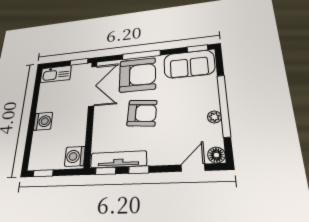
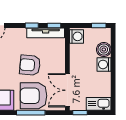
boiler: (41, 140) -> (104, 50), added

